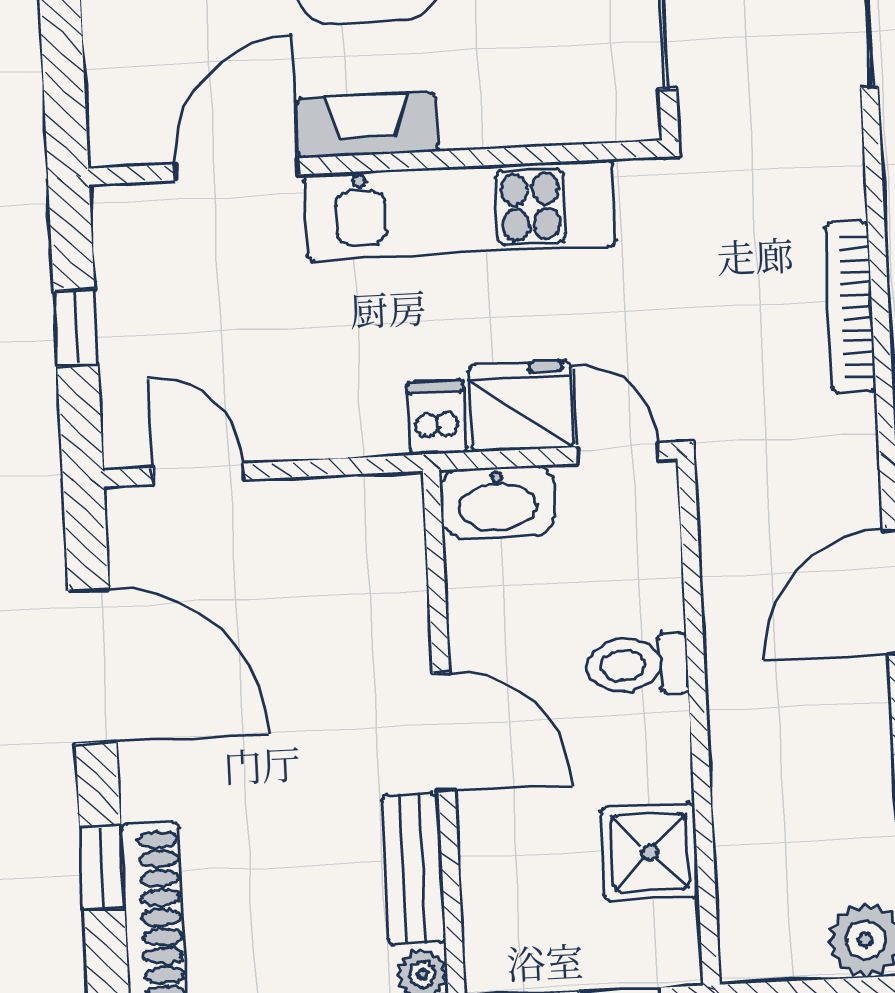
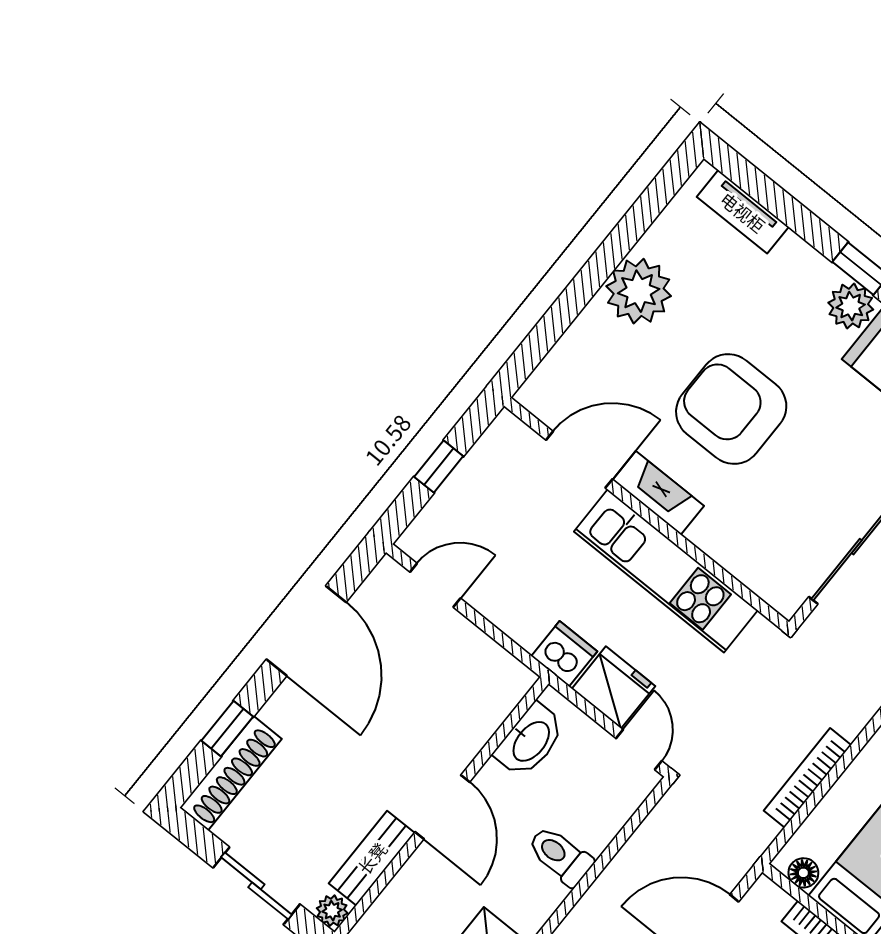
dishwasher: (437, 418) -> (564, 654), width x1.38
door: (198, 474) -> (435, 585), hinge flipped
washbasin: (498, 502) -> (530, 741), moved, turned -90

